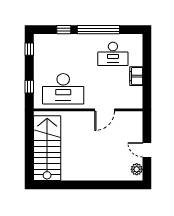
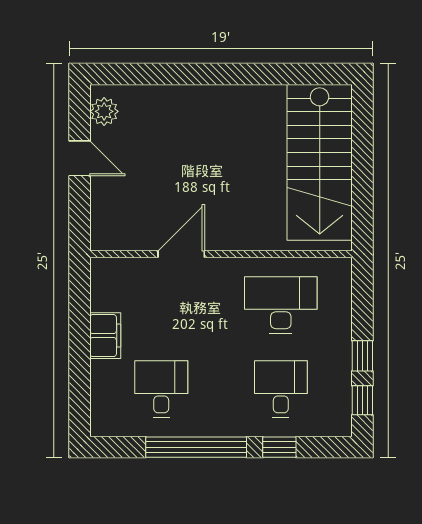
desk: (63, 54) -> (281, 389), added
desk: (113, 54) -> (161, 389), width x0.73
window: (29, 87) -> (362, 356), moved
desk: (63, 89) -> (281, 305), width x0.73, depth x0.77

